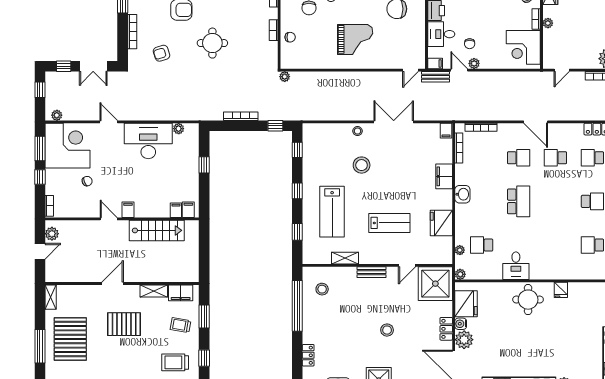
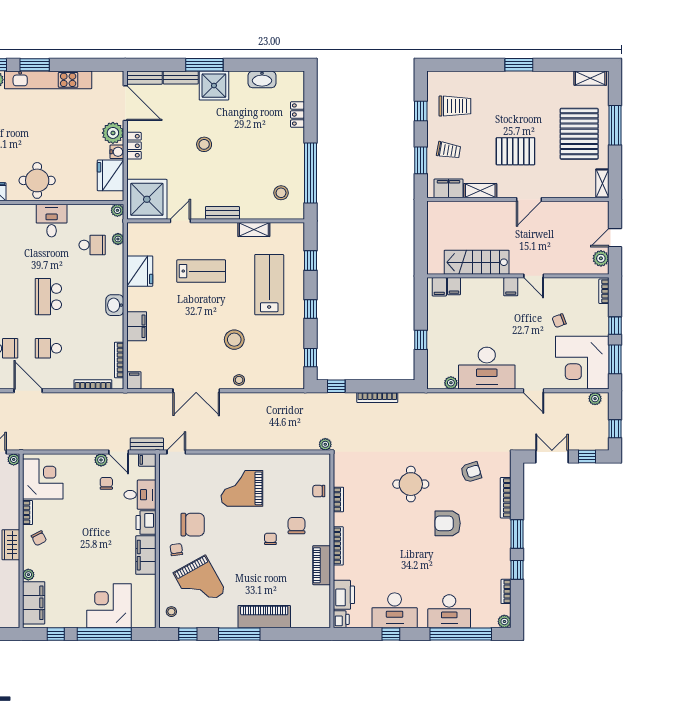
plant: (548, 23) -> (14, 459), moved
lab bench: (389, 223) -> (201, 271), turned 180

